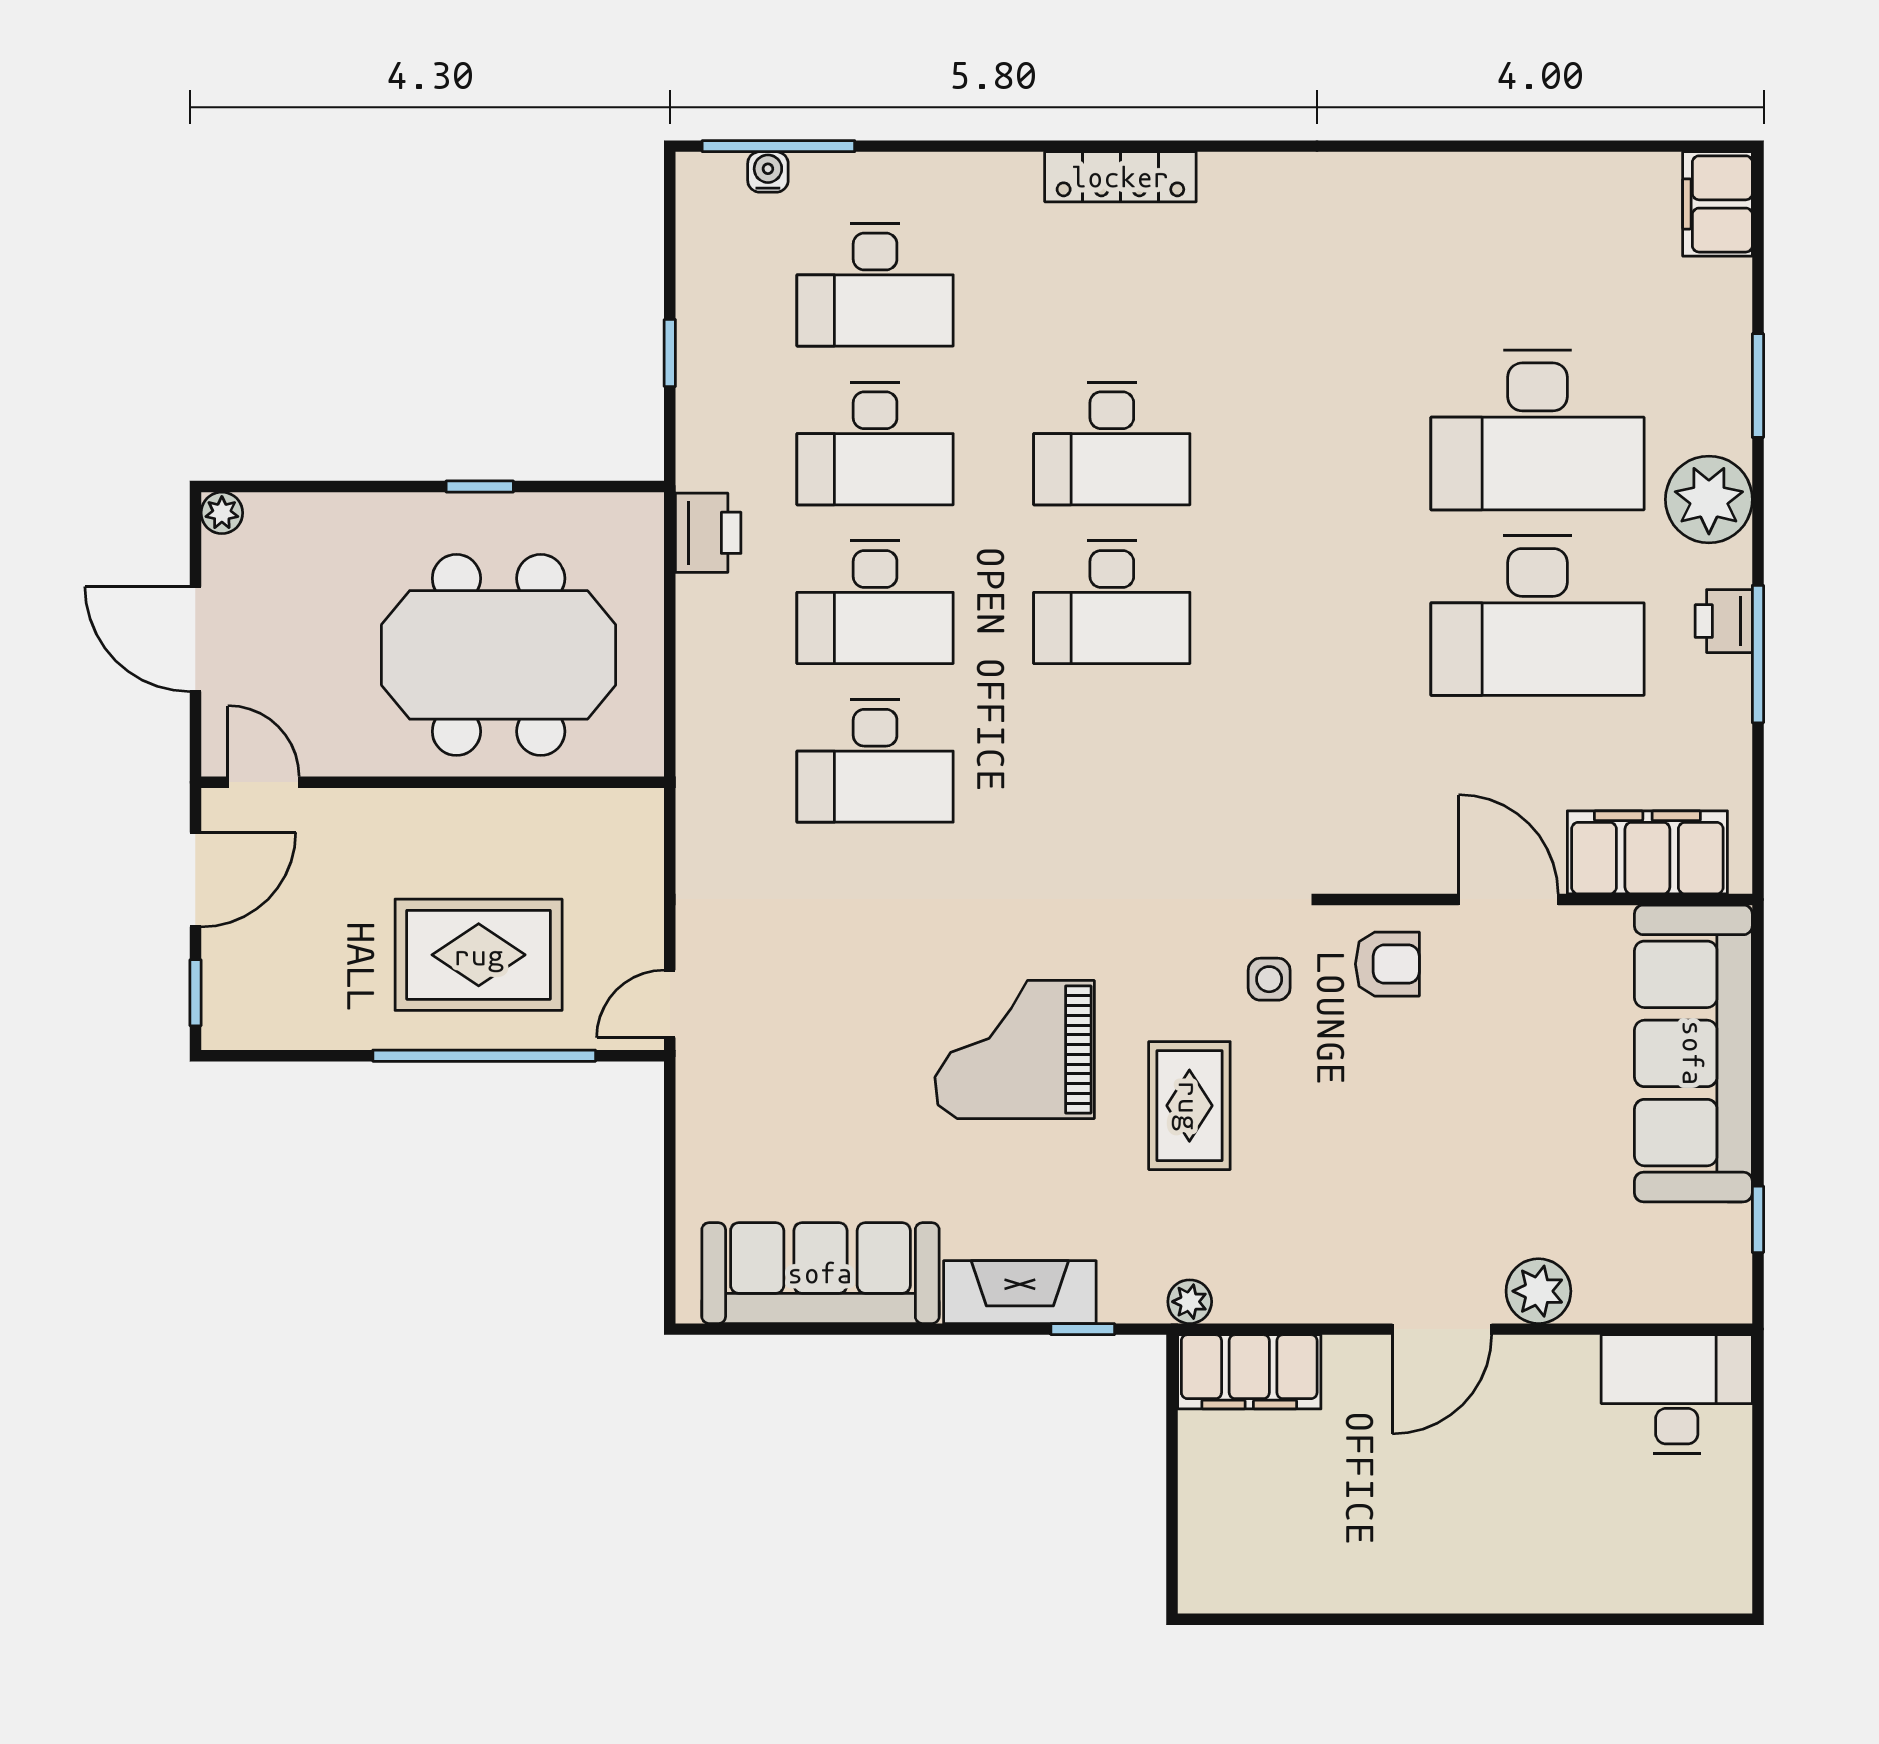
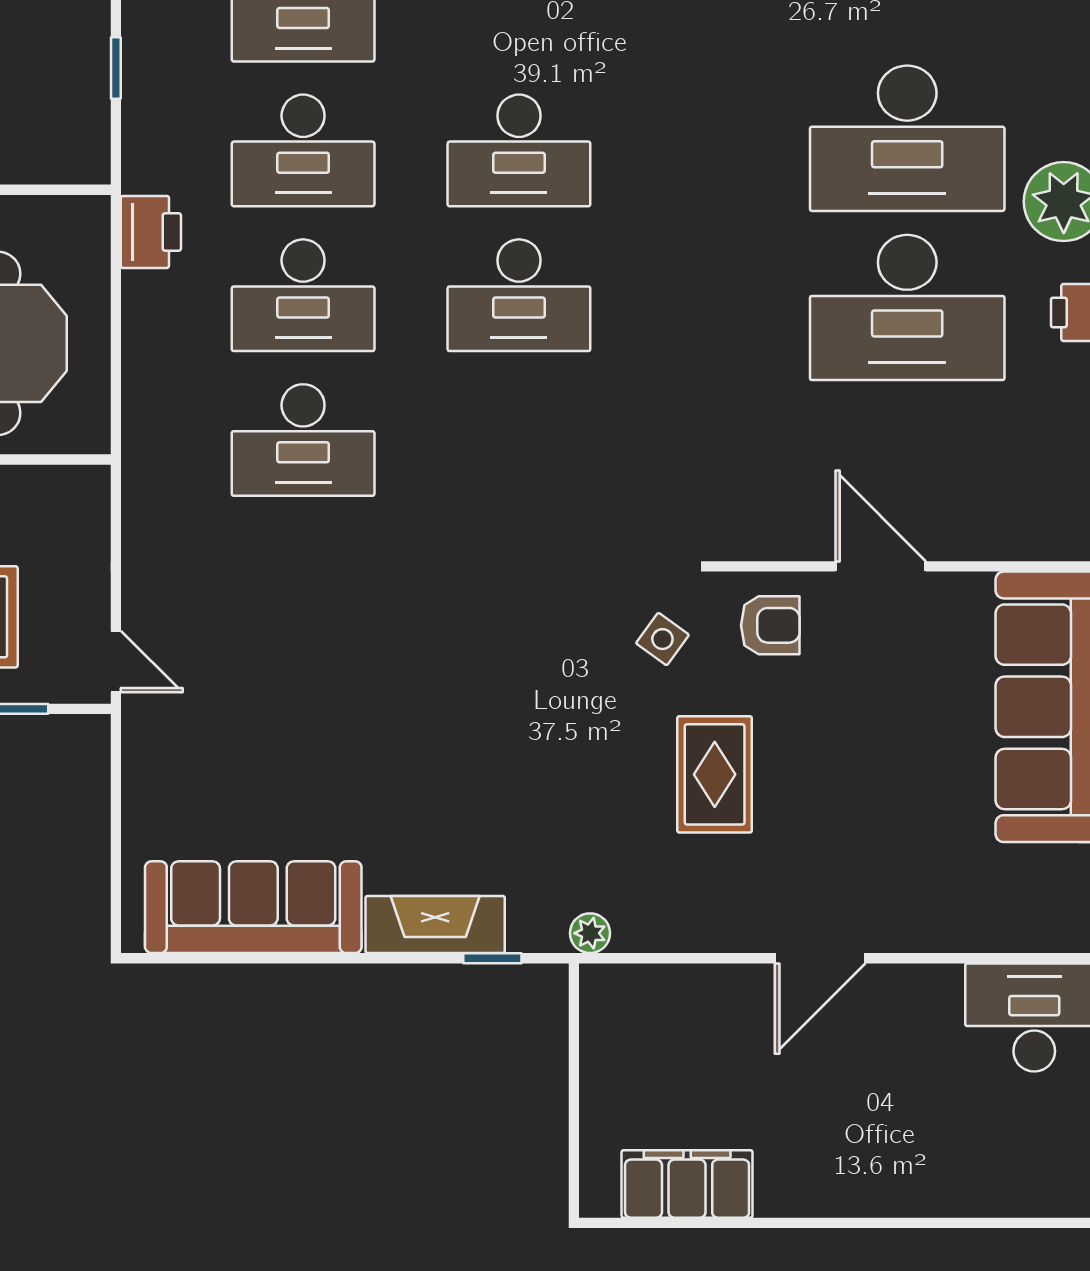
filing cabinet: (1647, 852) -> (1007, 523), removed
side table: (1269, 979) -> (662, 639), turned 36
door: (670, 1004) -> (116, 662), swing flipped
grand piano: (1015, 1050) -> (430, 703), removed
rug: (1189, 1106) -> (715, 774), moved
plant: (1538, 1291) -> (908, 924), removed
filing cabinet: (1249, 1372) -> (687, 1184), moved, turned 180

